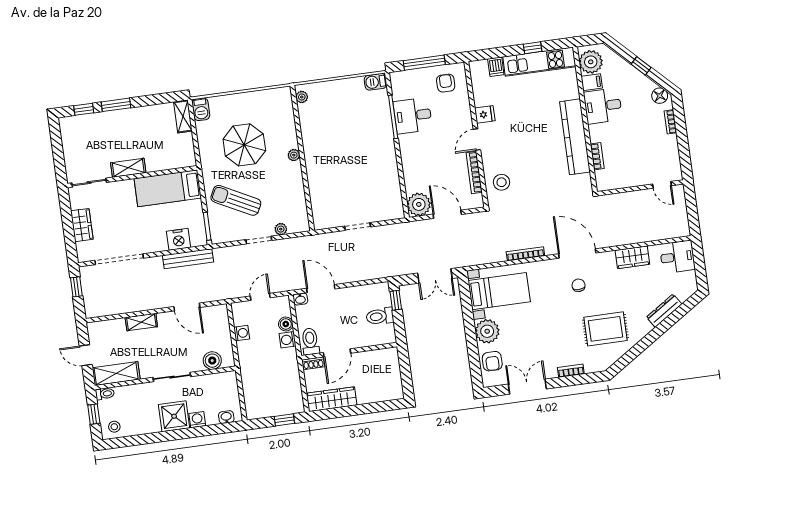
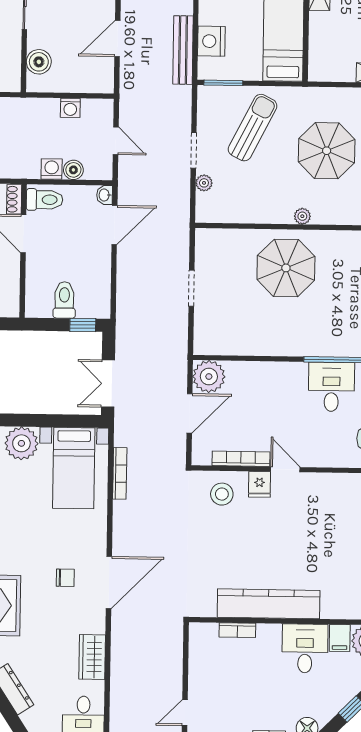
fridge: (485, 114) -> (259, 484), moved
parasol: (333, 161) -> (286, 268), added
bookcase: (525, 254) -> (120, 473), moved

